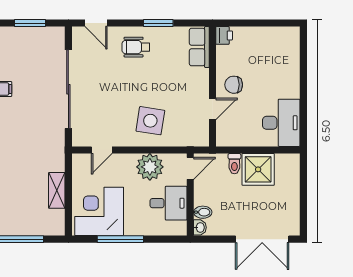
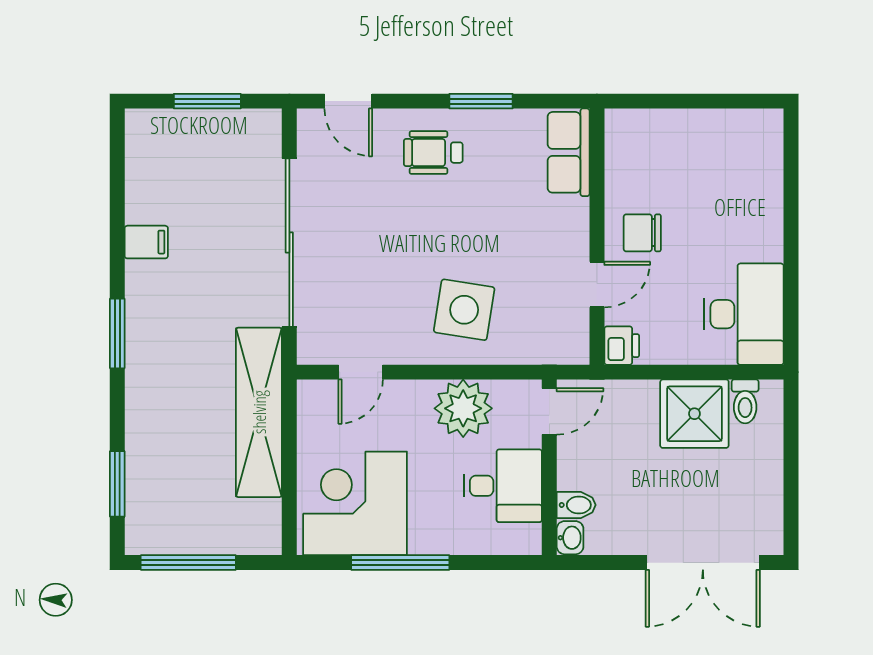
printer: (224, 35) -> (622, 346), moved
toilet: (234, 164) -> (745, 401), moved
shelving: (57, 190) -> (259, 412), width x2.20, depth x1.33

